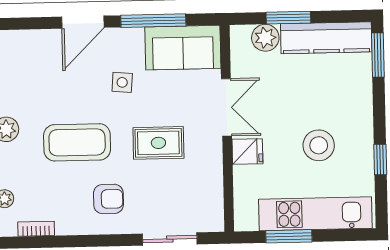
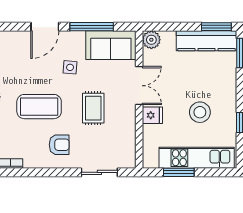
window: (288, 18) -> (216, 27), moved
plant: (265, 38) -> (151, 40), moved
rug: (158, 143) -> (93, 108), turned 90

